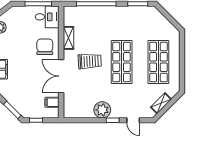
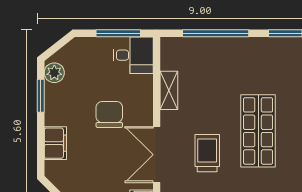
chair: (45, 47) -> (109, 114), moved
trolley: (90, 61) -> (207, 153), moved, turned -87

